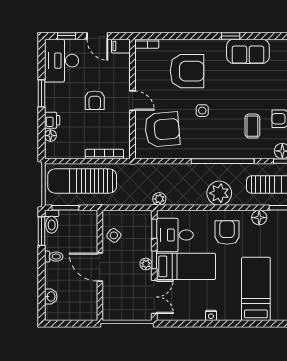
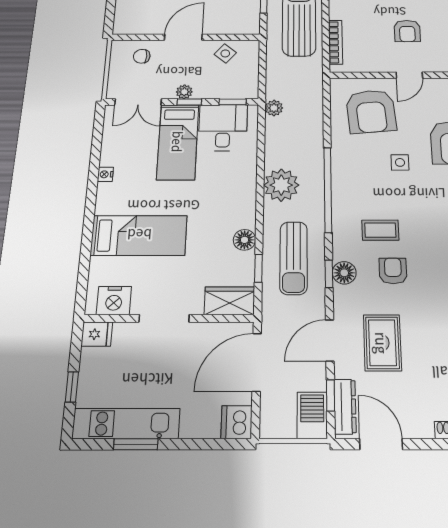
armchair: (95, 100) -> (407, 31), turned -90
armchair: (227, 232) -> (224, 196), removed
chair: (116, 297) -> (142, 56), added

